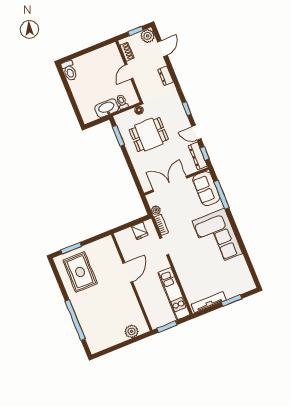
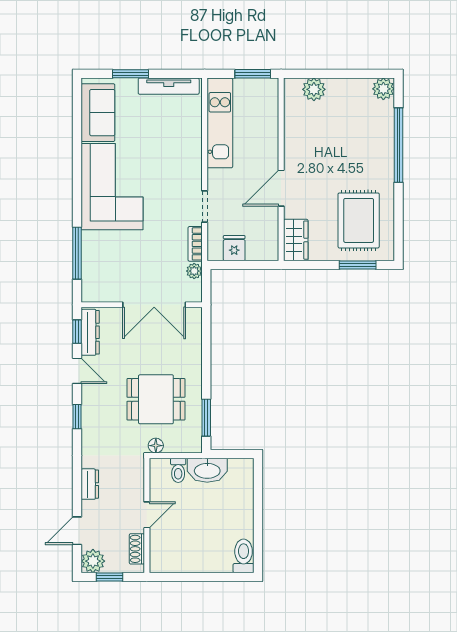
sofa: (206, 189) -> (98, 113), moved
wardrobe: (109, 248) -> (296, 240), added
plant: (95, 346) -> (383, 89), added

